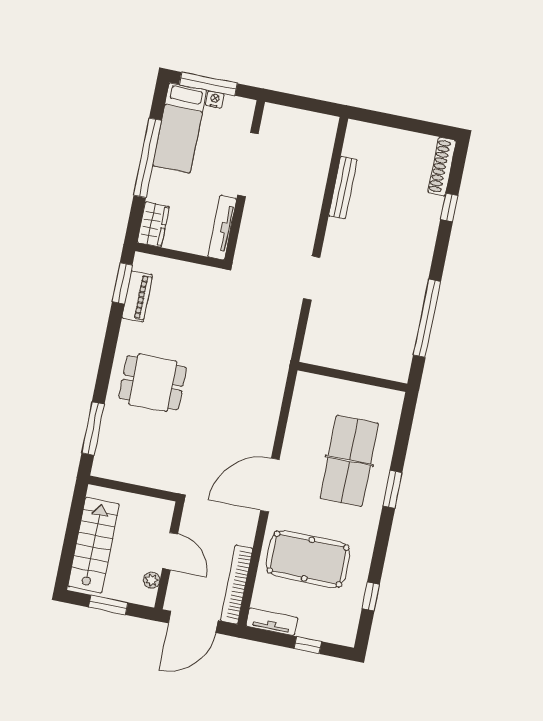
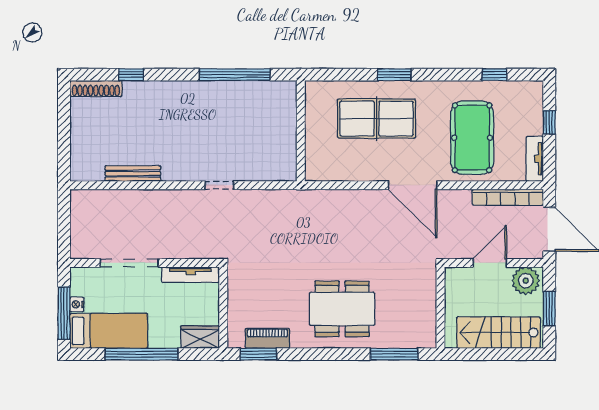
doorway: (312, 278) -> (219, 185), width x0.73
dining table: (153, 383) -> (342, 309), width x1.38
plant: (152, 580) -> (526, 281), width x1.87, depth x1.87

